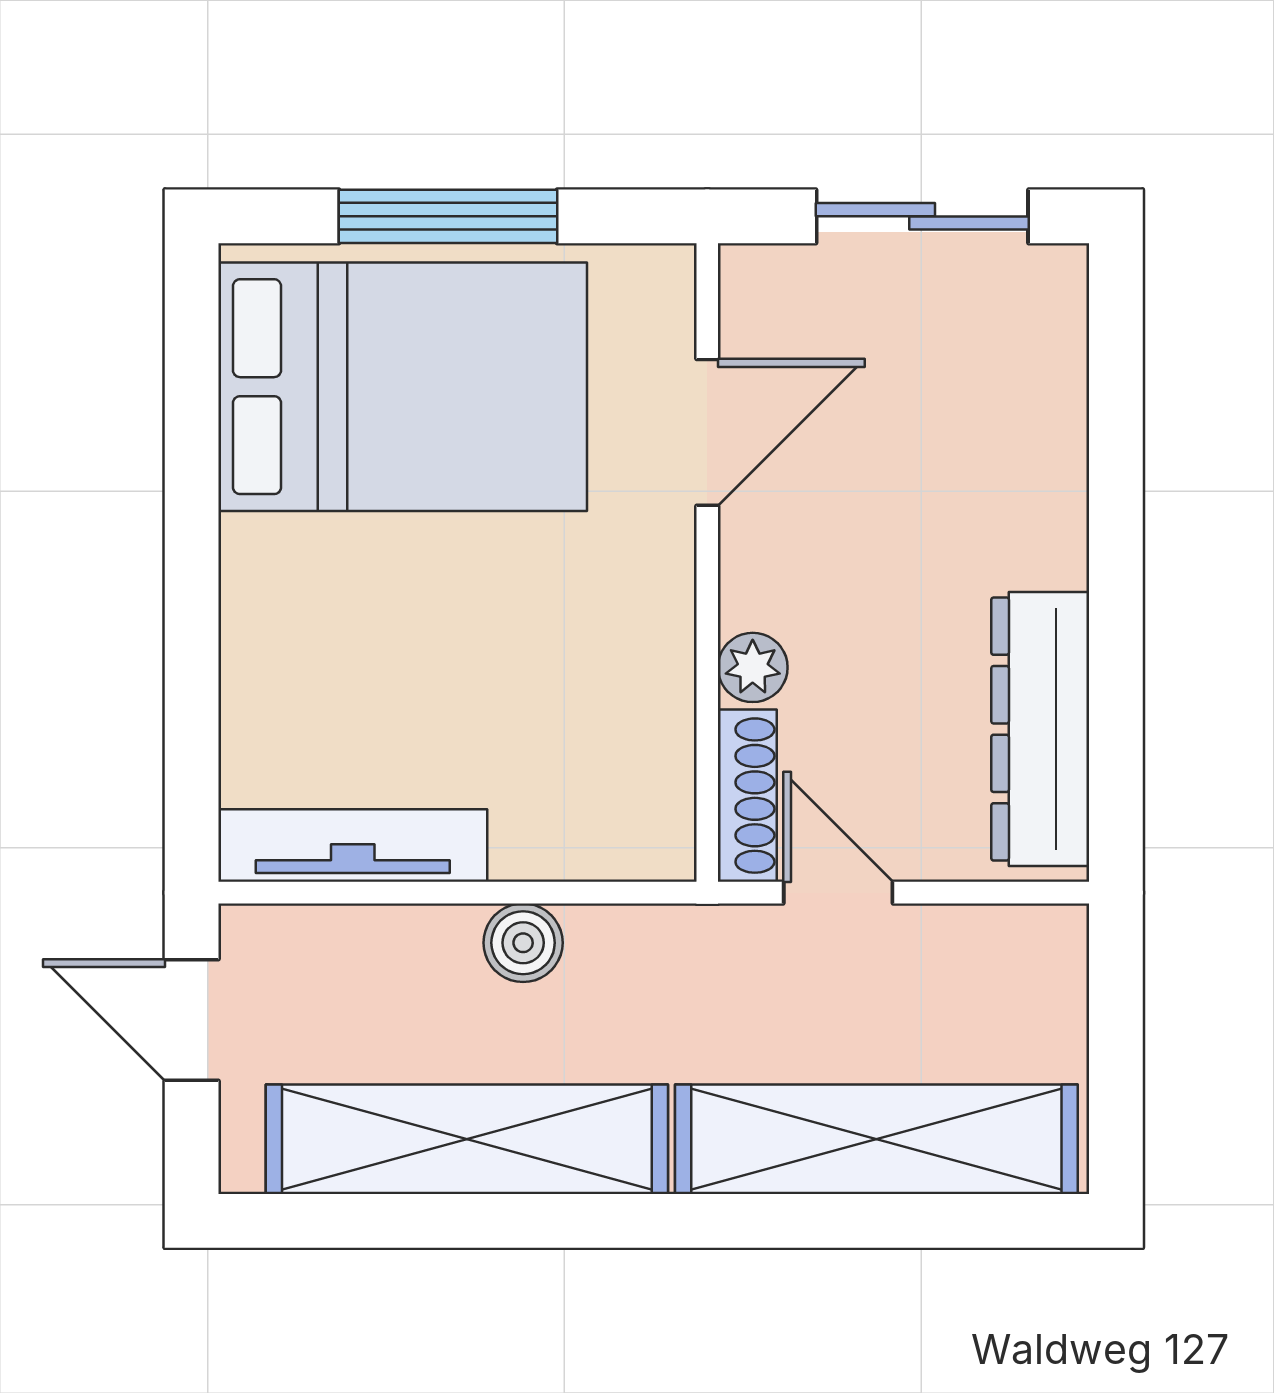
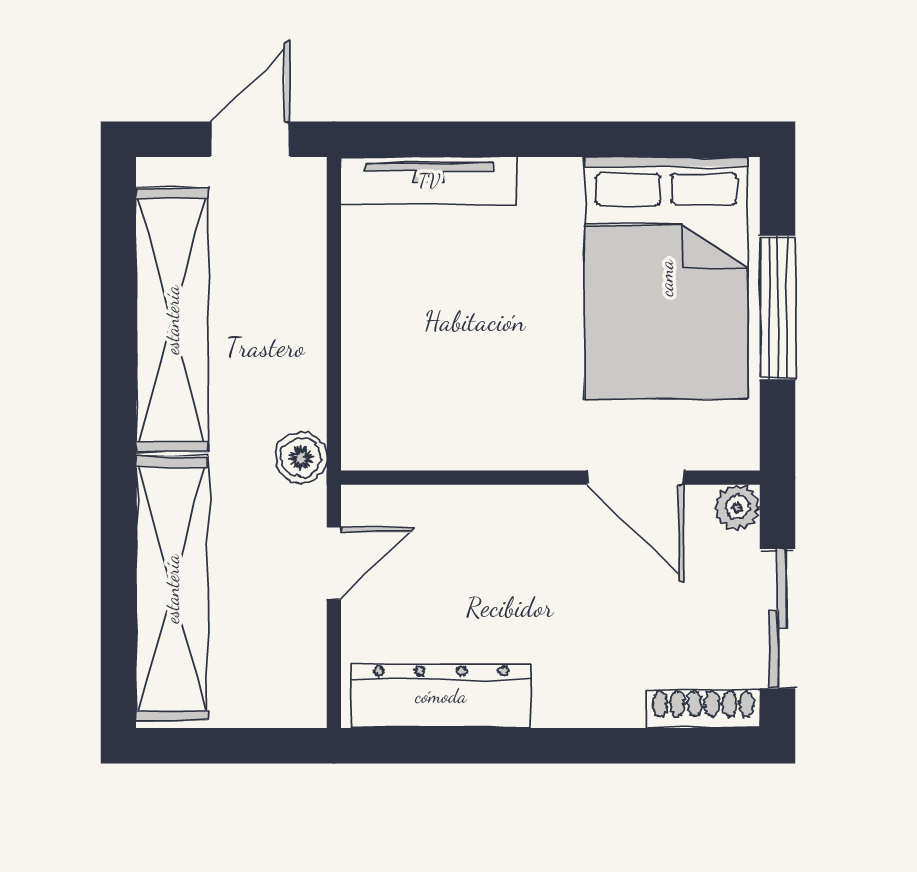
plant: (753, 667) -> (737, 507), moved
shoe rack: (747, 796) -> (703, 709), moved, turned 180
tv unit: (353, 845) -> (429, 181), moved, turned 90
boiler: (523, 943) -> (301, 458), moved

